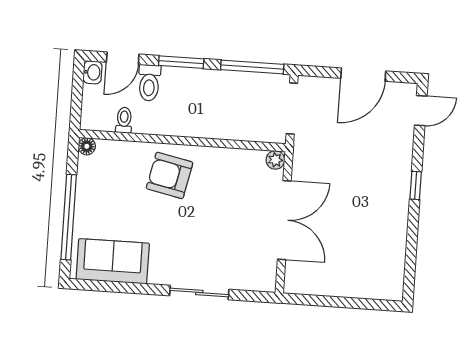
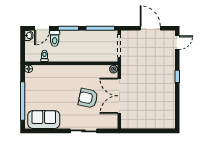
door: (363, 75) -> (150, 28), swing flipped
armchair: (170, 175) -> (88, 98), moved
double door: (284, 220) -> (119, 96), swing flipped

